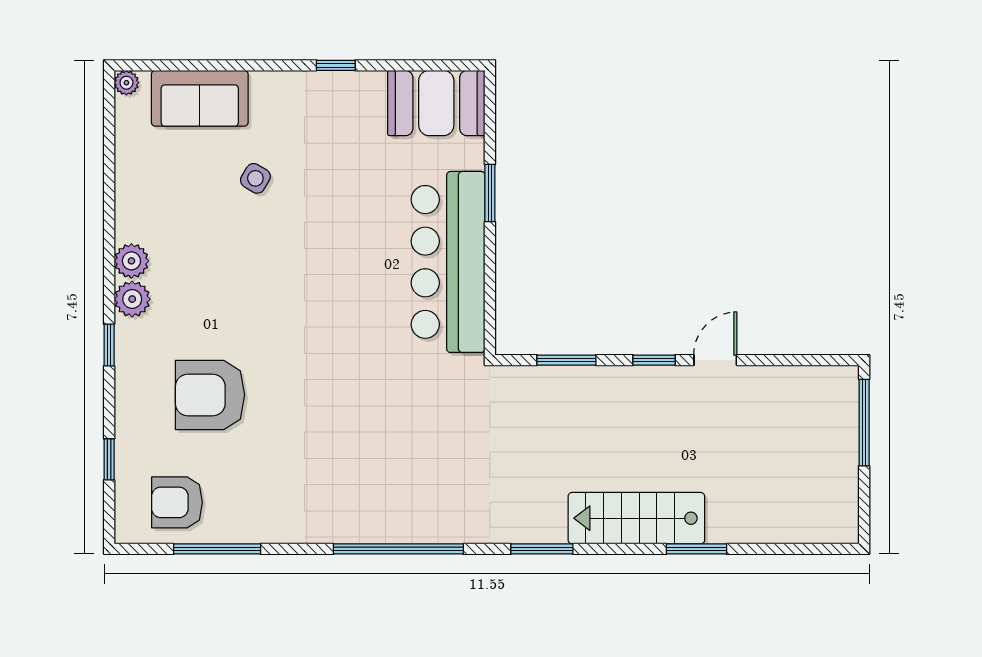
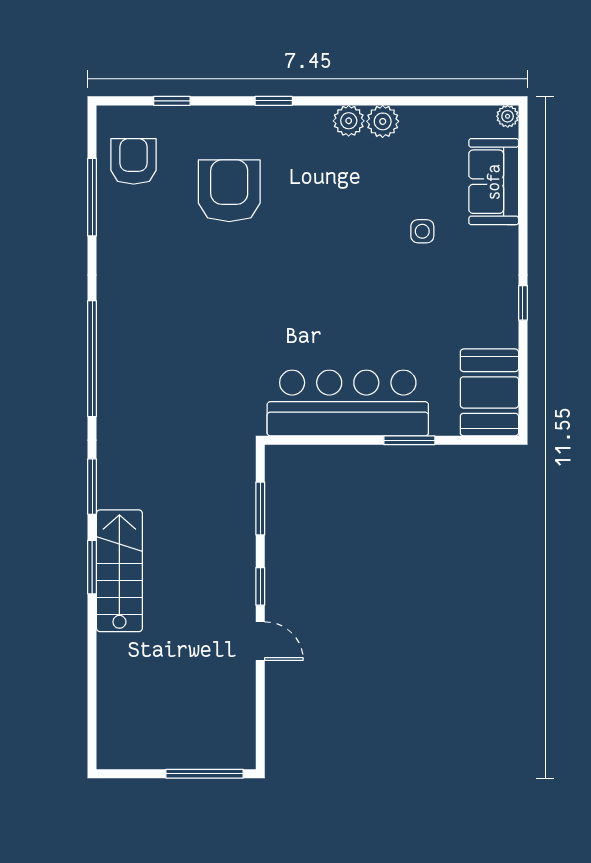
side table: (255, 178) -> (422, 231), turned -31
plant: (132, 299) -> (383, 121), moved
window: (697, 549) -> (92, 567), moved

